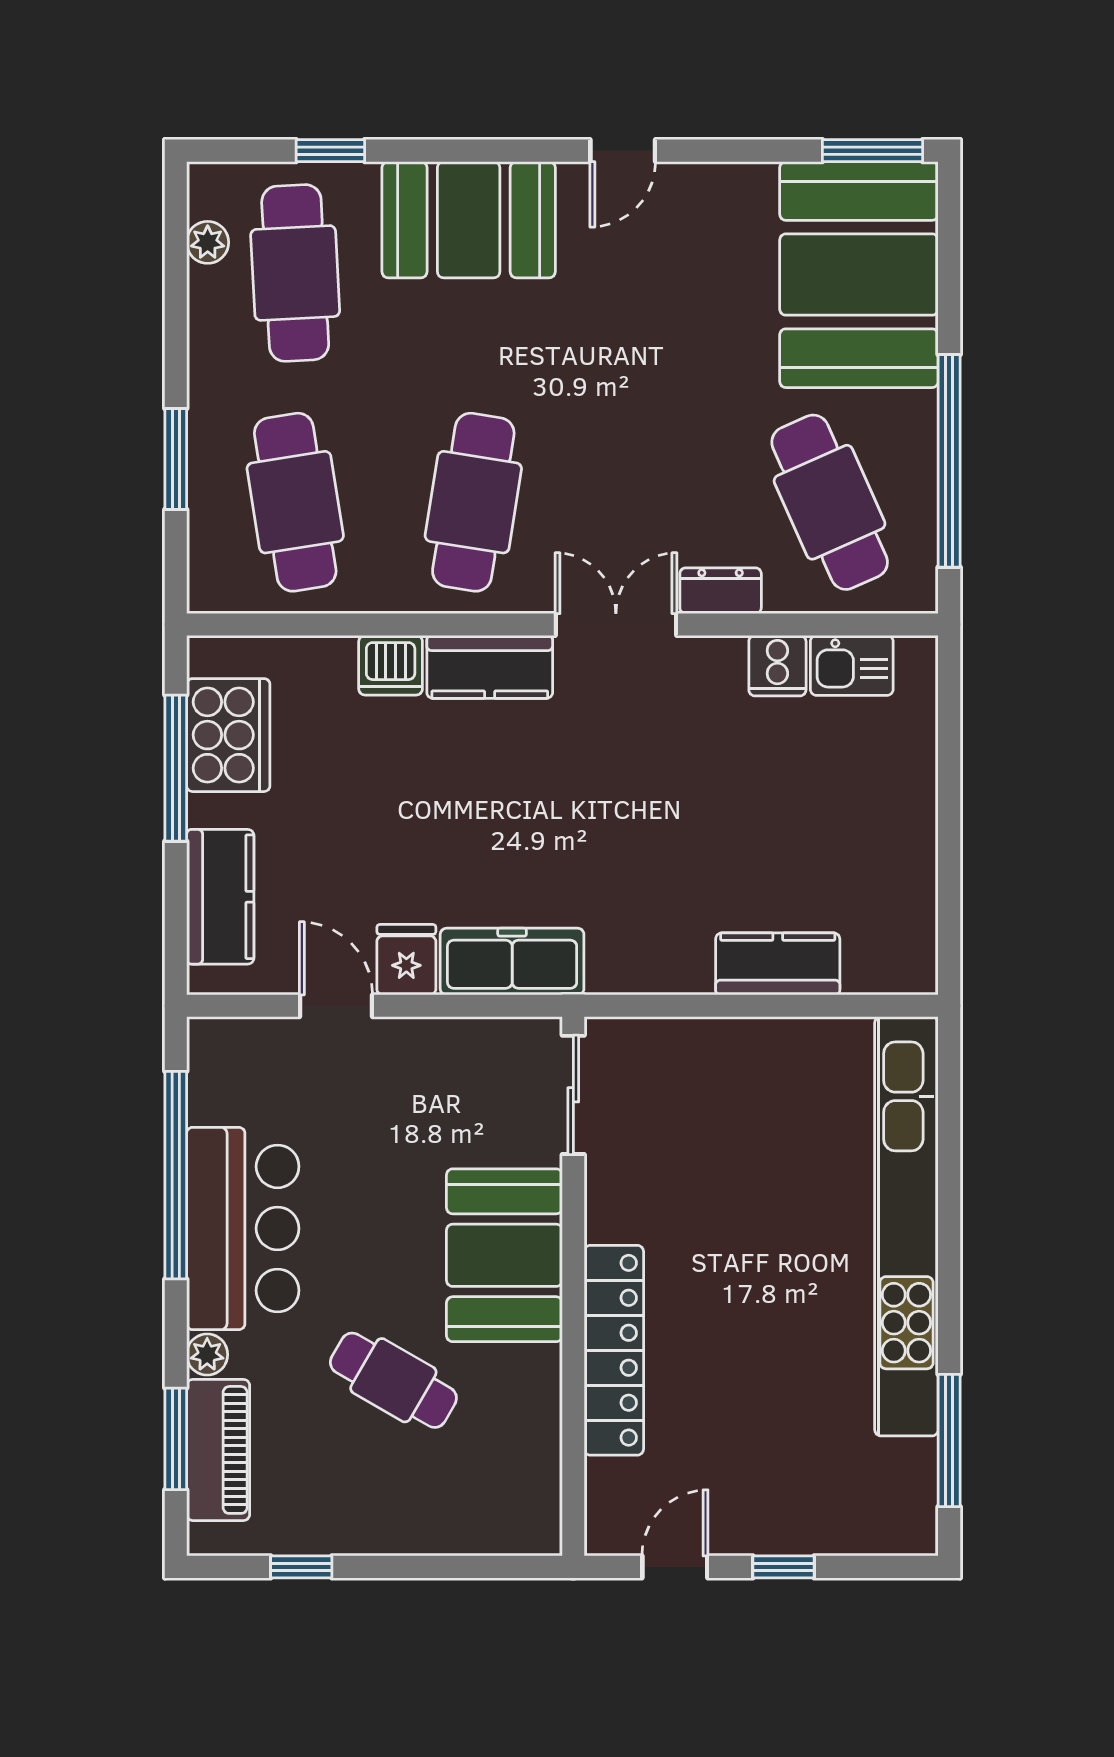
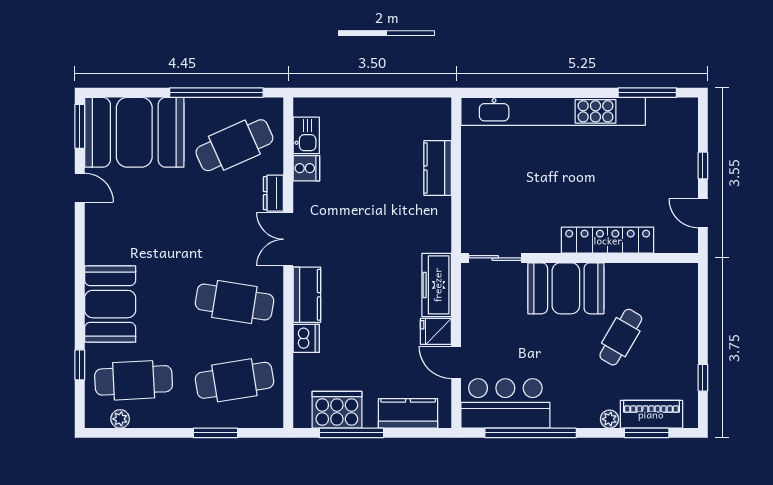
door: (623, 151) -> (80, 188), moved
door: (336, 1006) -> (456, 362), hinge flipped
bar counter: (243, 1228) -> (505, 403), moved

